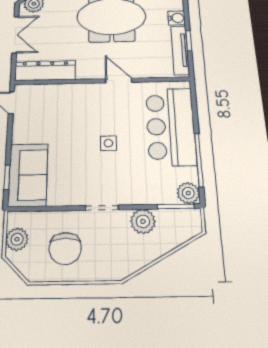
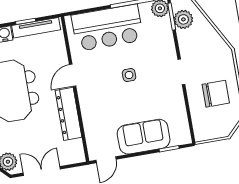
dresser: (45, 71) -> (68, 114), moved
sofa: (28, 175) -> (144, 137), moved
plant: (143, 221) -> (183, 19), moved
plant: (17, 239) -> (215, 131), removed

